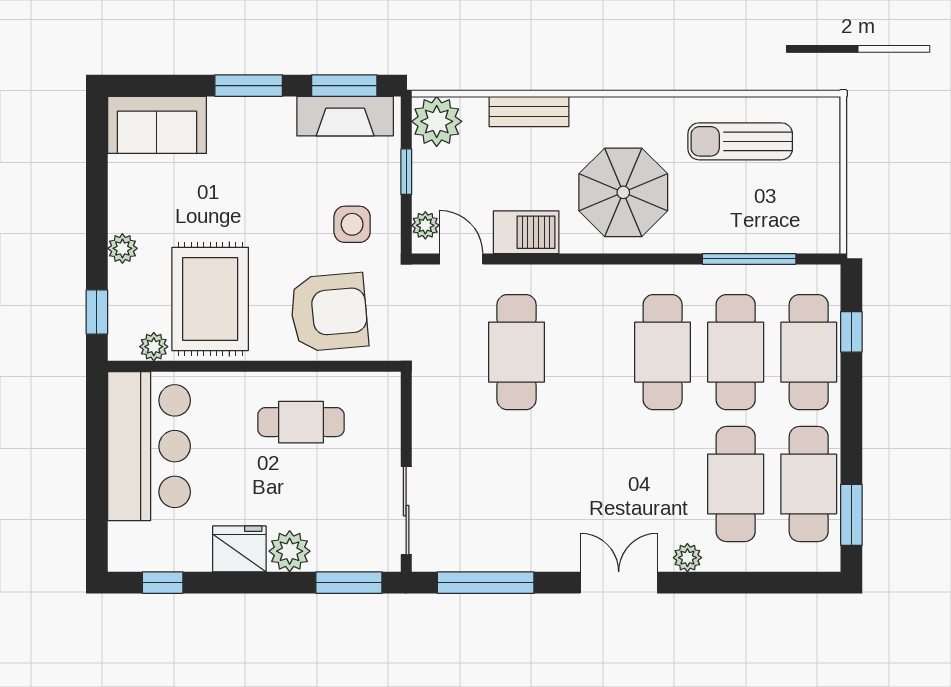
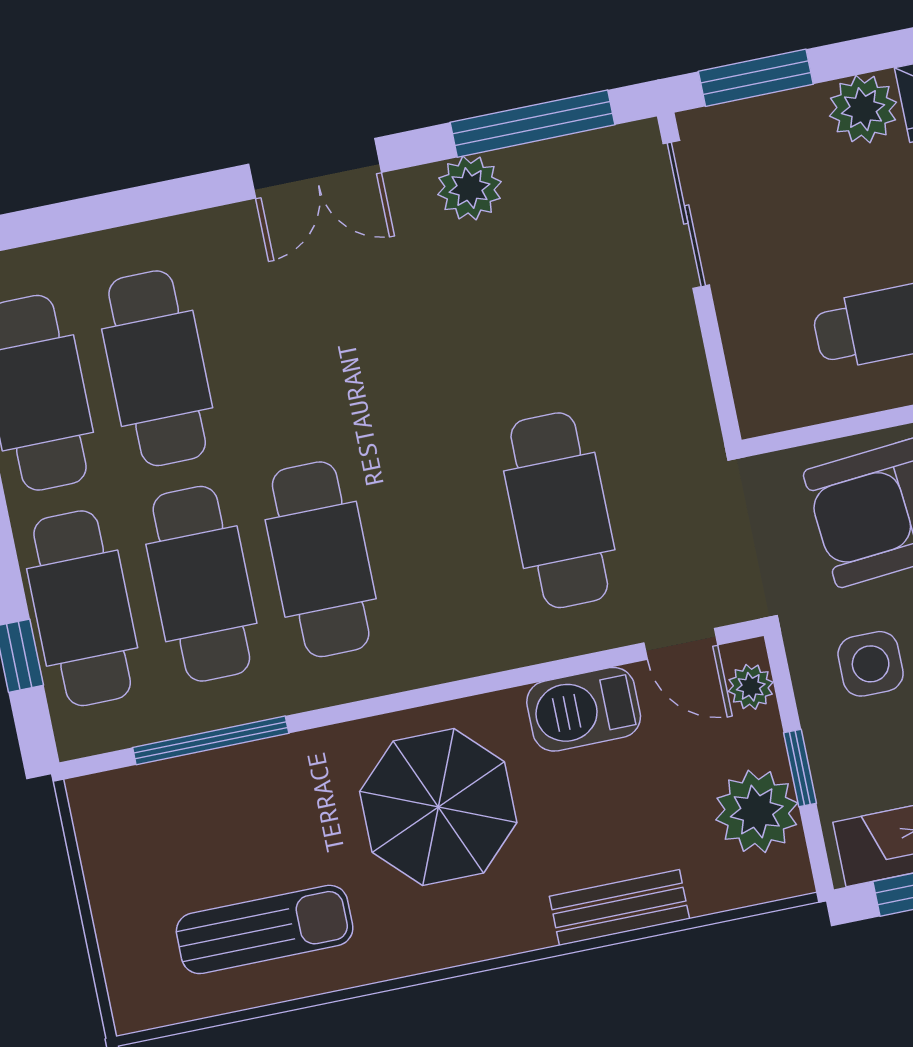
plant: (437, 121) -> (757, 811), moved
plant: (687, 558) -> (469, 188), moved, width x1.38, depth x1.38

